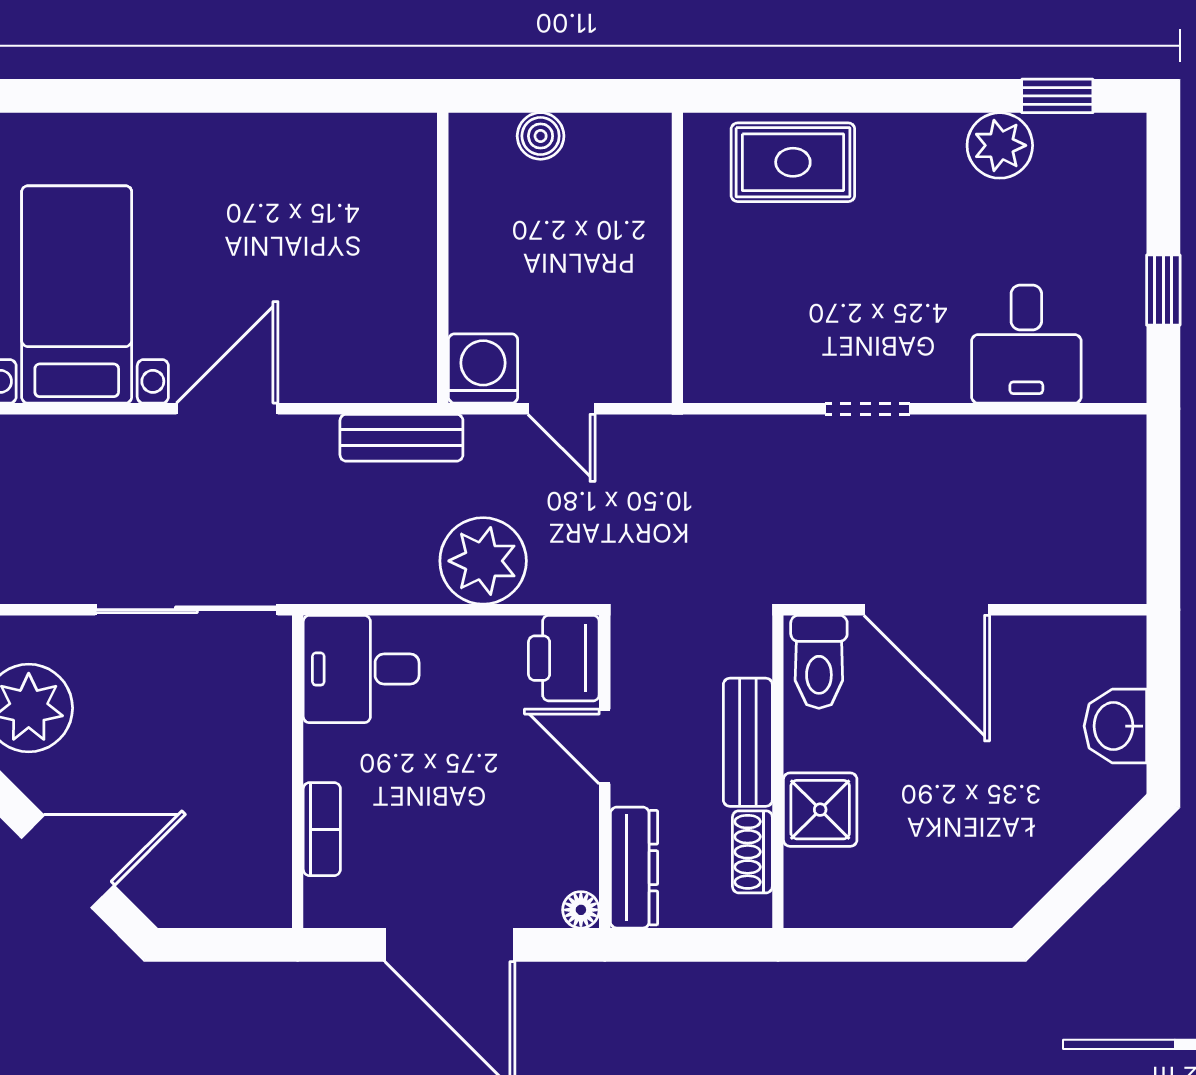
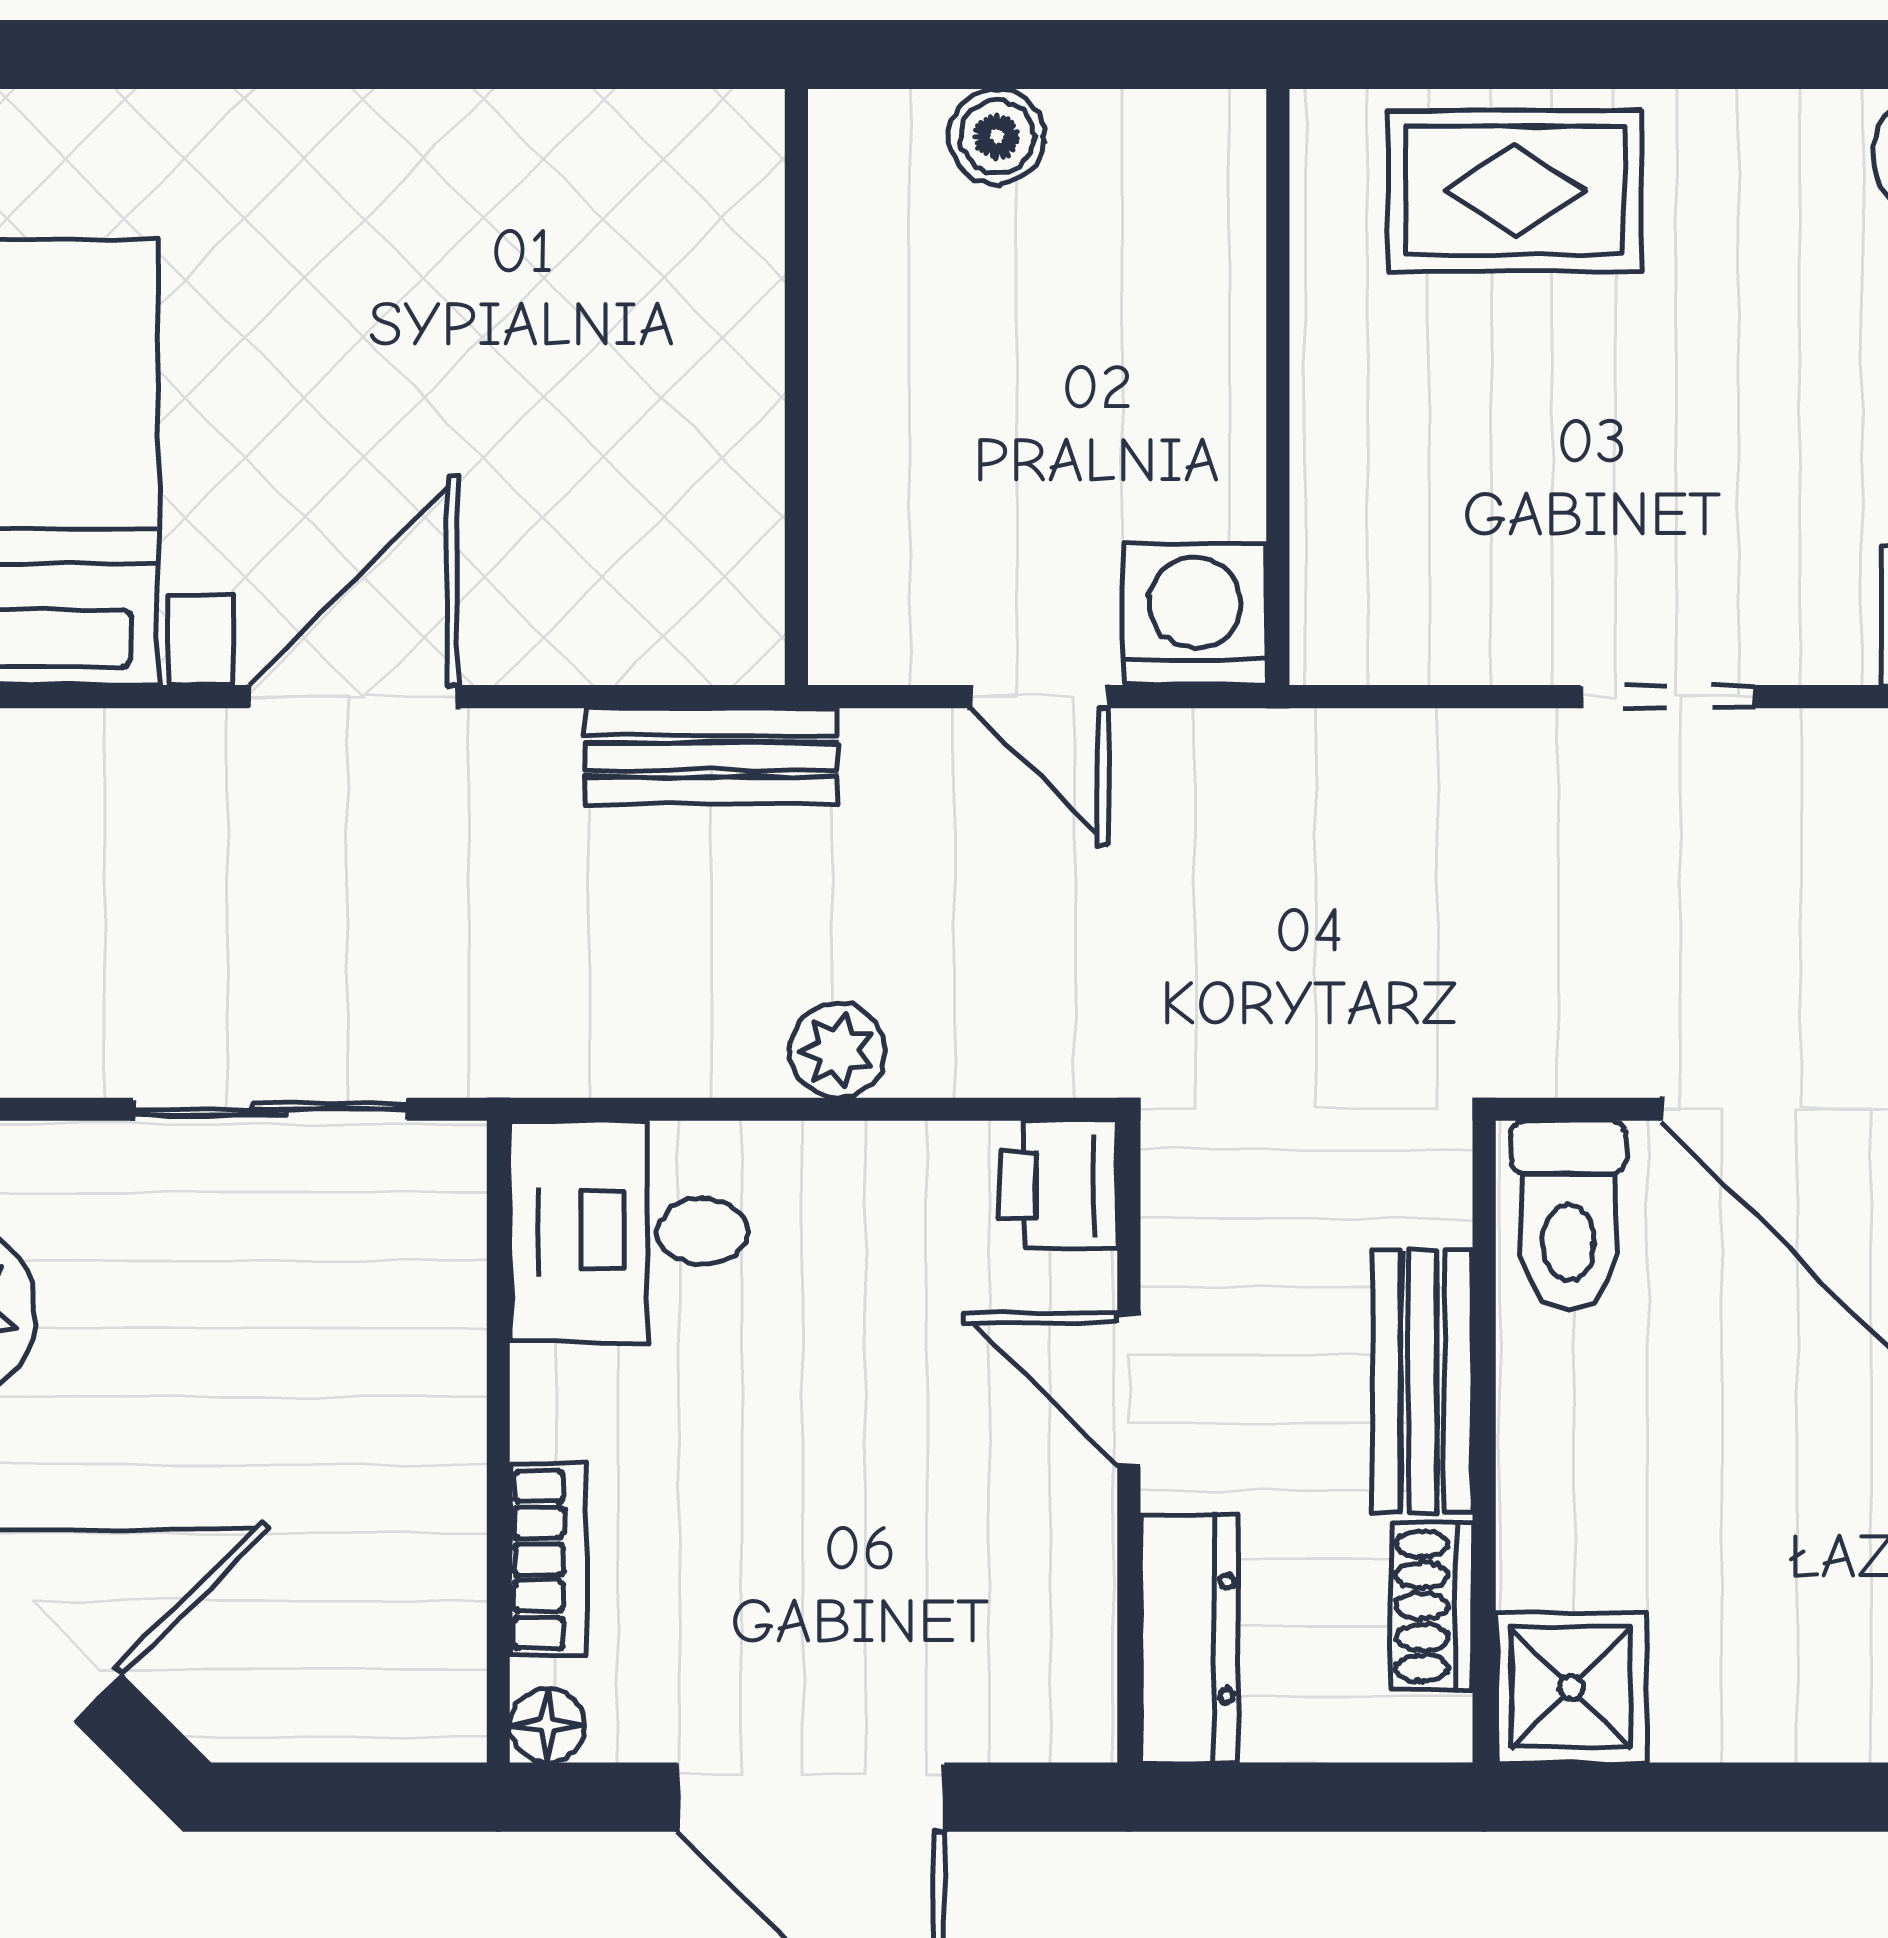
washing machine: (483, 368) -> (1195, 614), moved
plant: (483, 561) -> (837, 1050), width x0.53, depth x0.53
sliding door: (186, 610) -> (270, 1109), width x0.73
printer: (564, 658) -> (1059, 1185), width x0.73, depth x0.81
shower: (820, 810) -> (1571, 1687), moved
floor lamp: (581, 910) -> (547, 1725), moved

